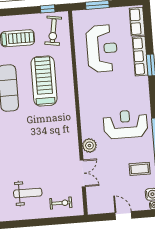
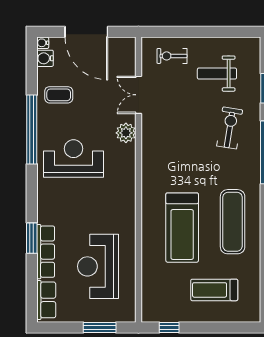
exercise bike: (53, 31) -> (230, 128), moved
reception desk: (125, 124) -> (74, 158), turned 180
door: (123, 216) -> (86, 32), width x1.88

